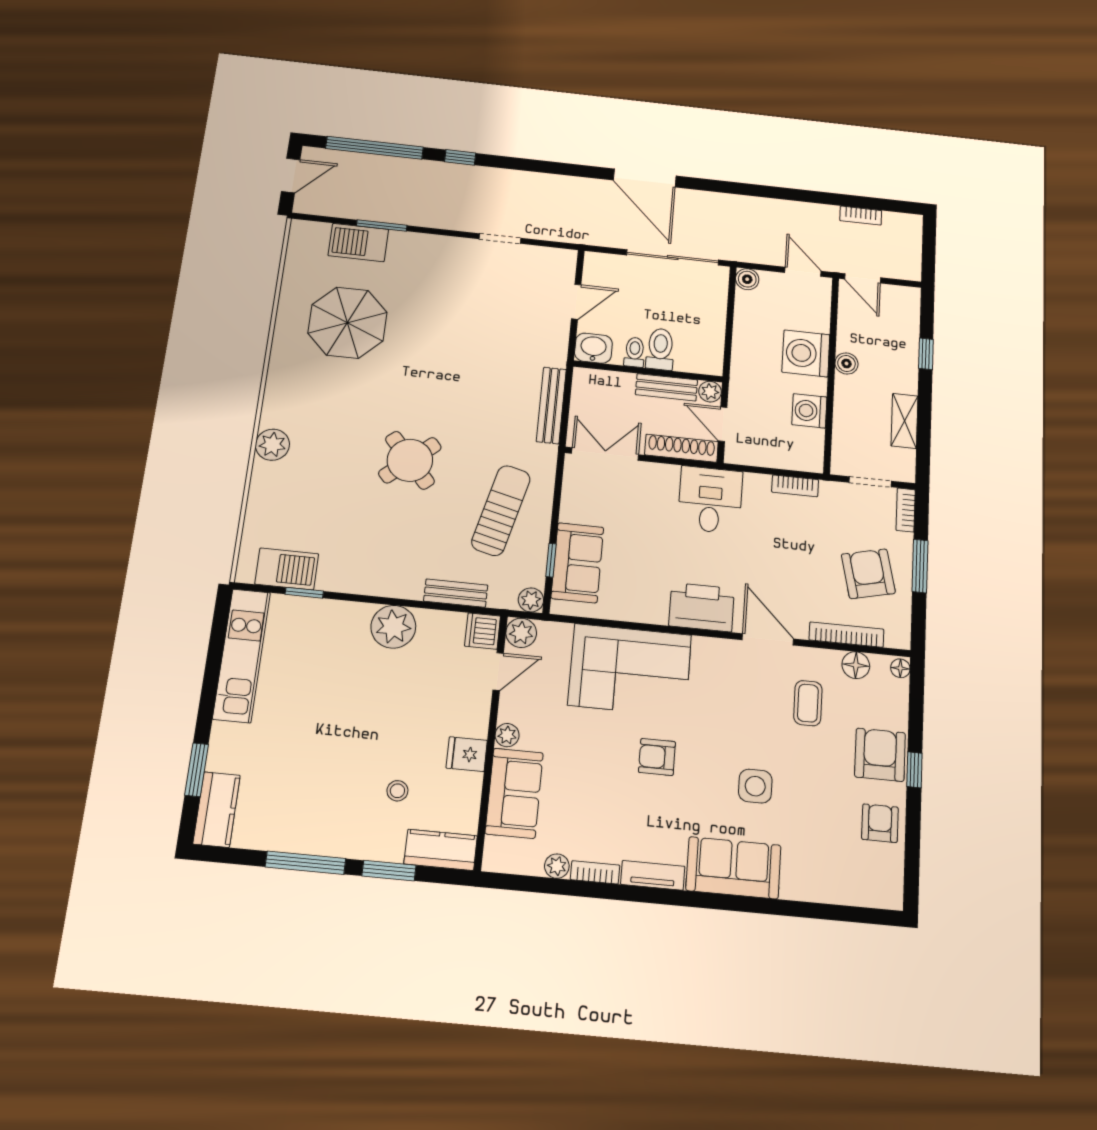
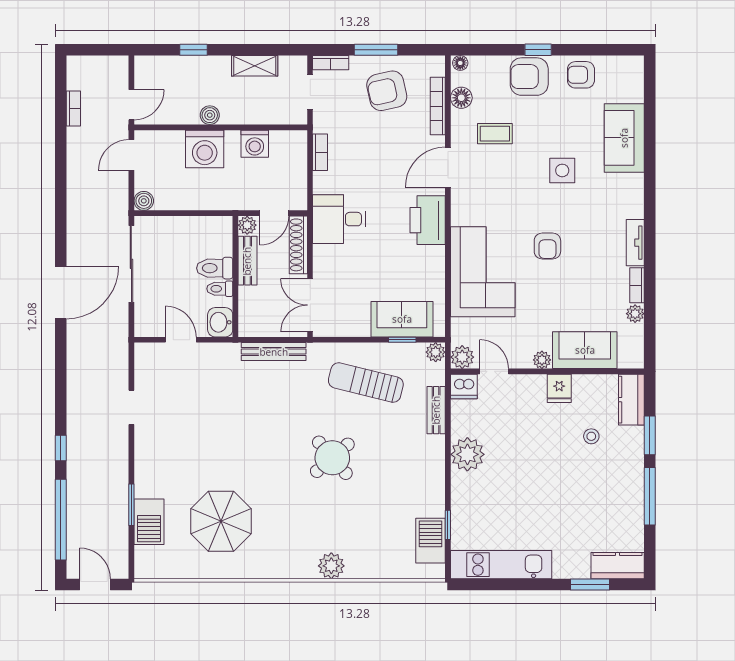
sofa: (733, 868) -> (624, 138), moved

